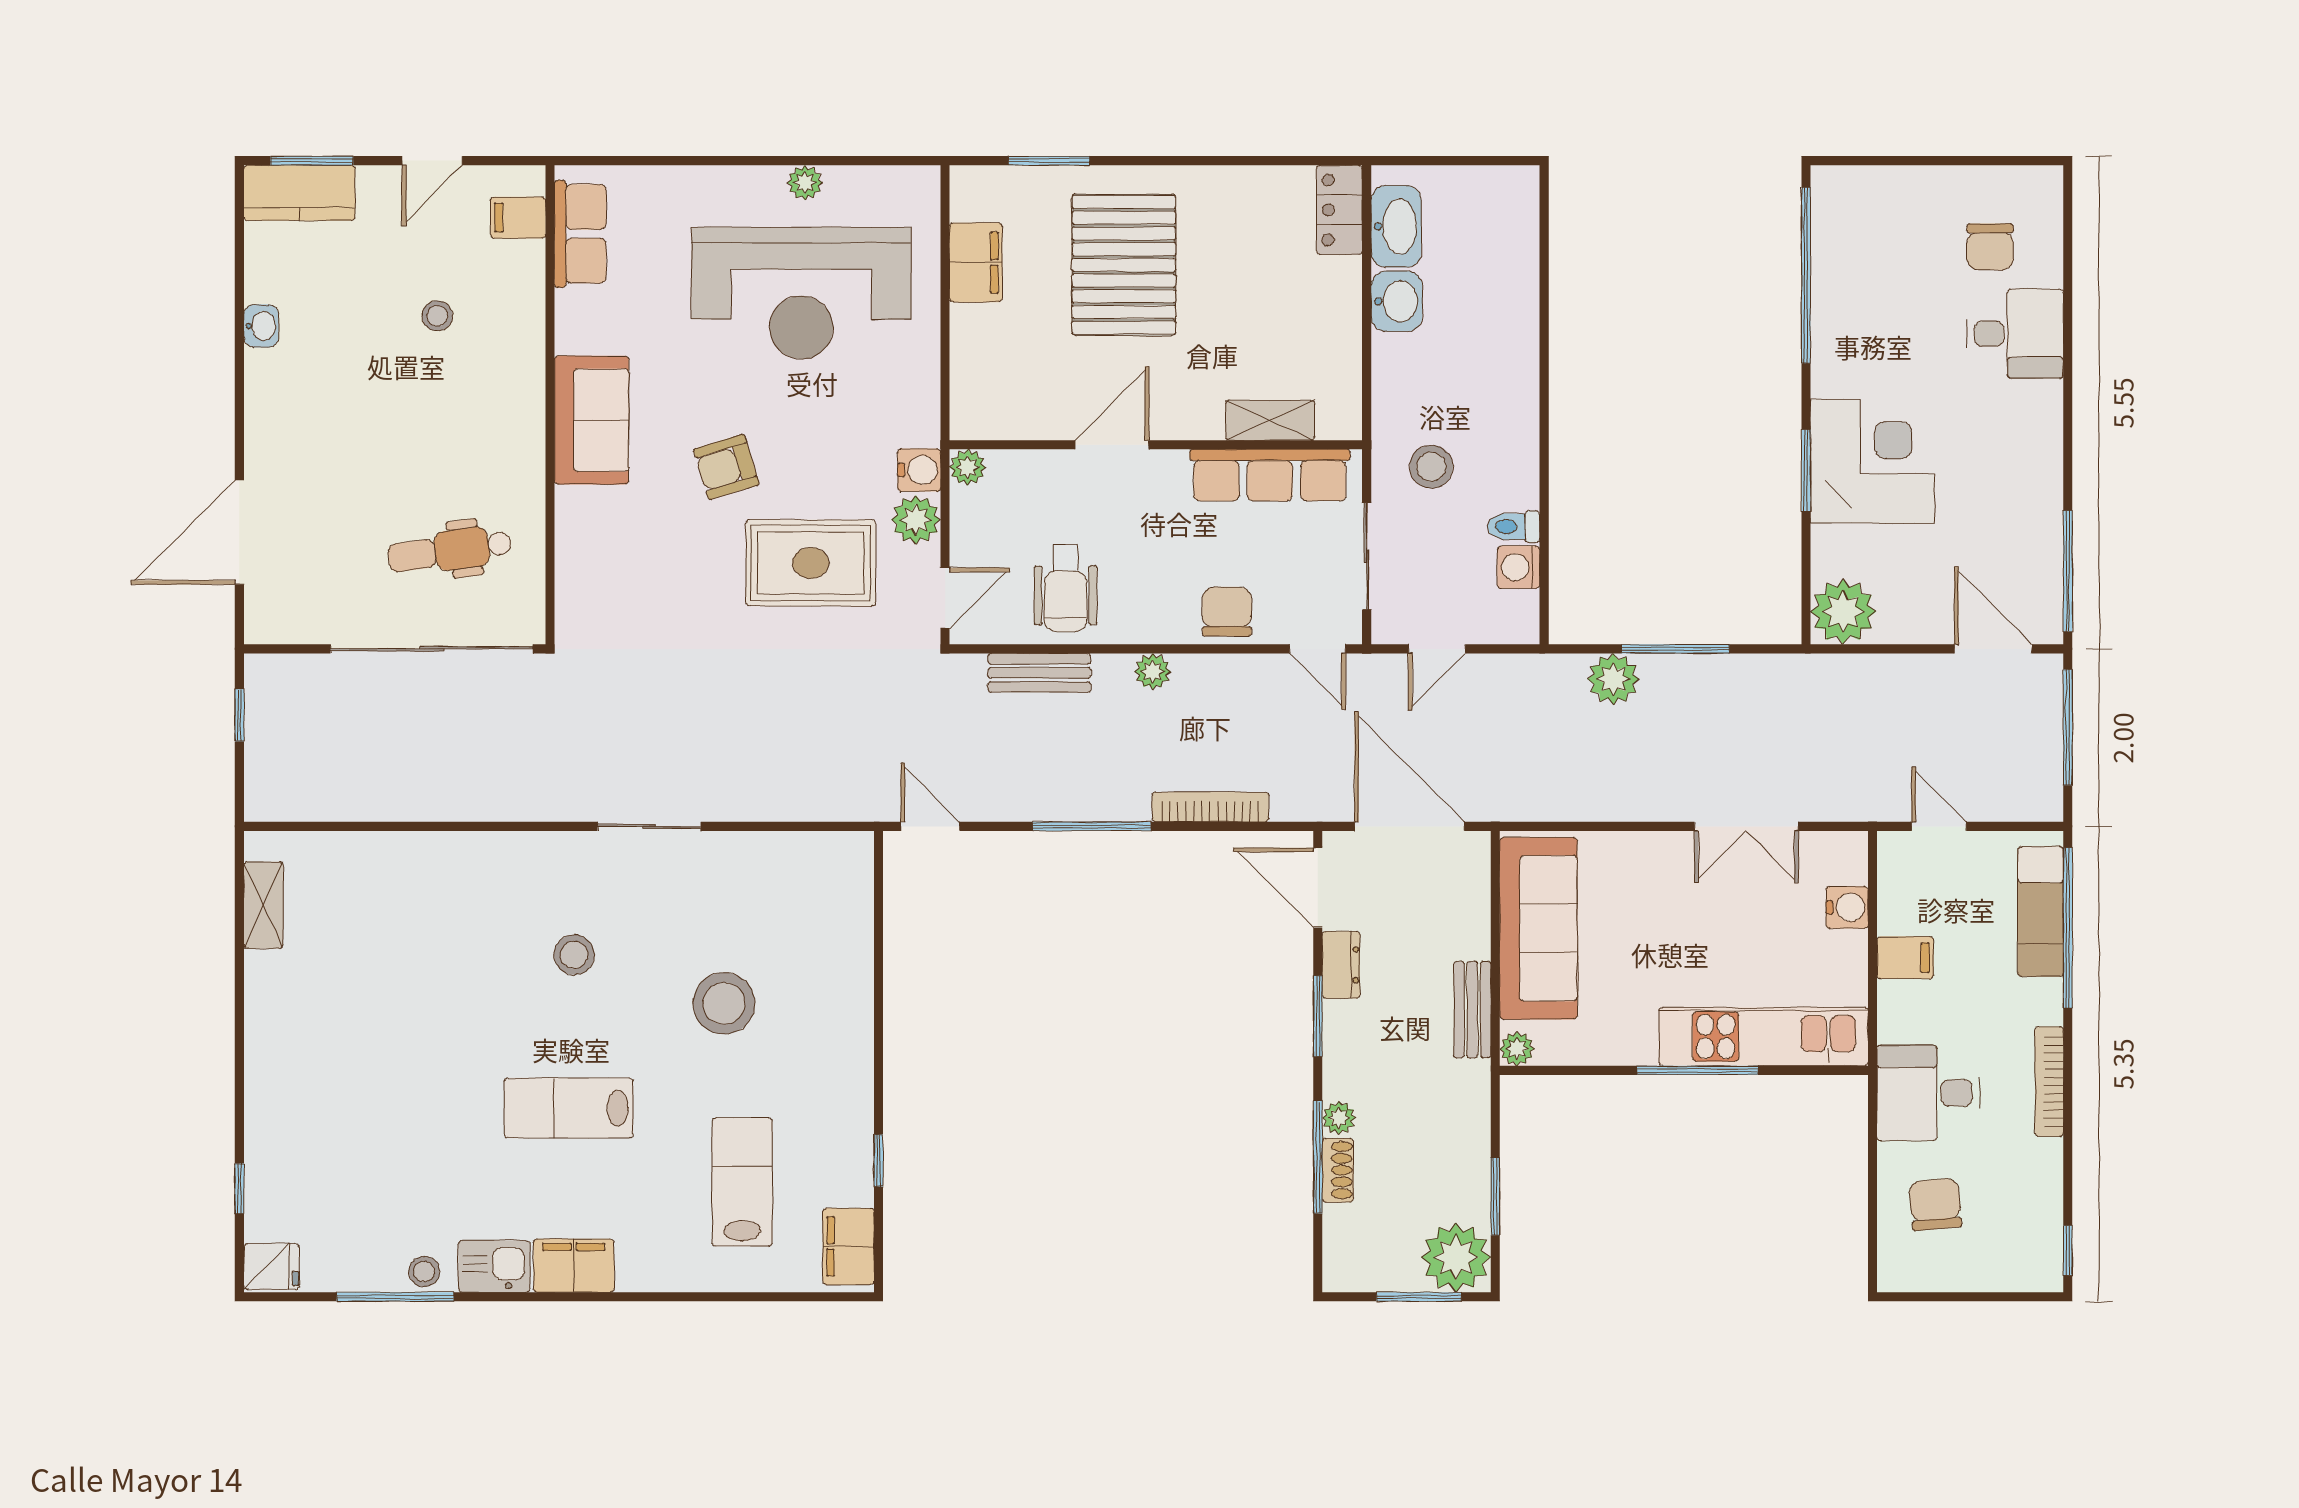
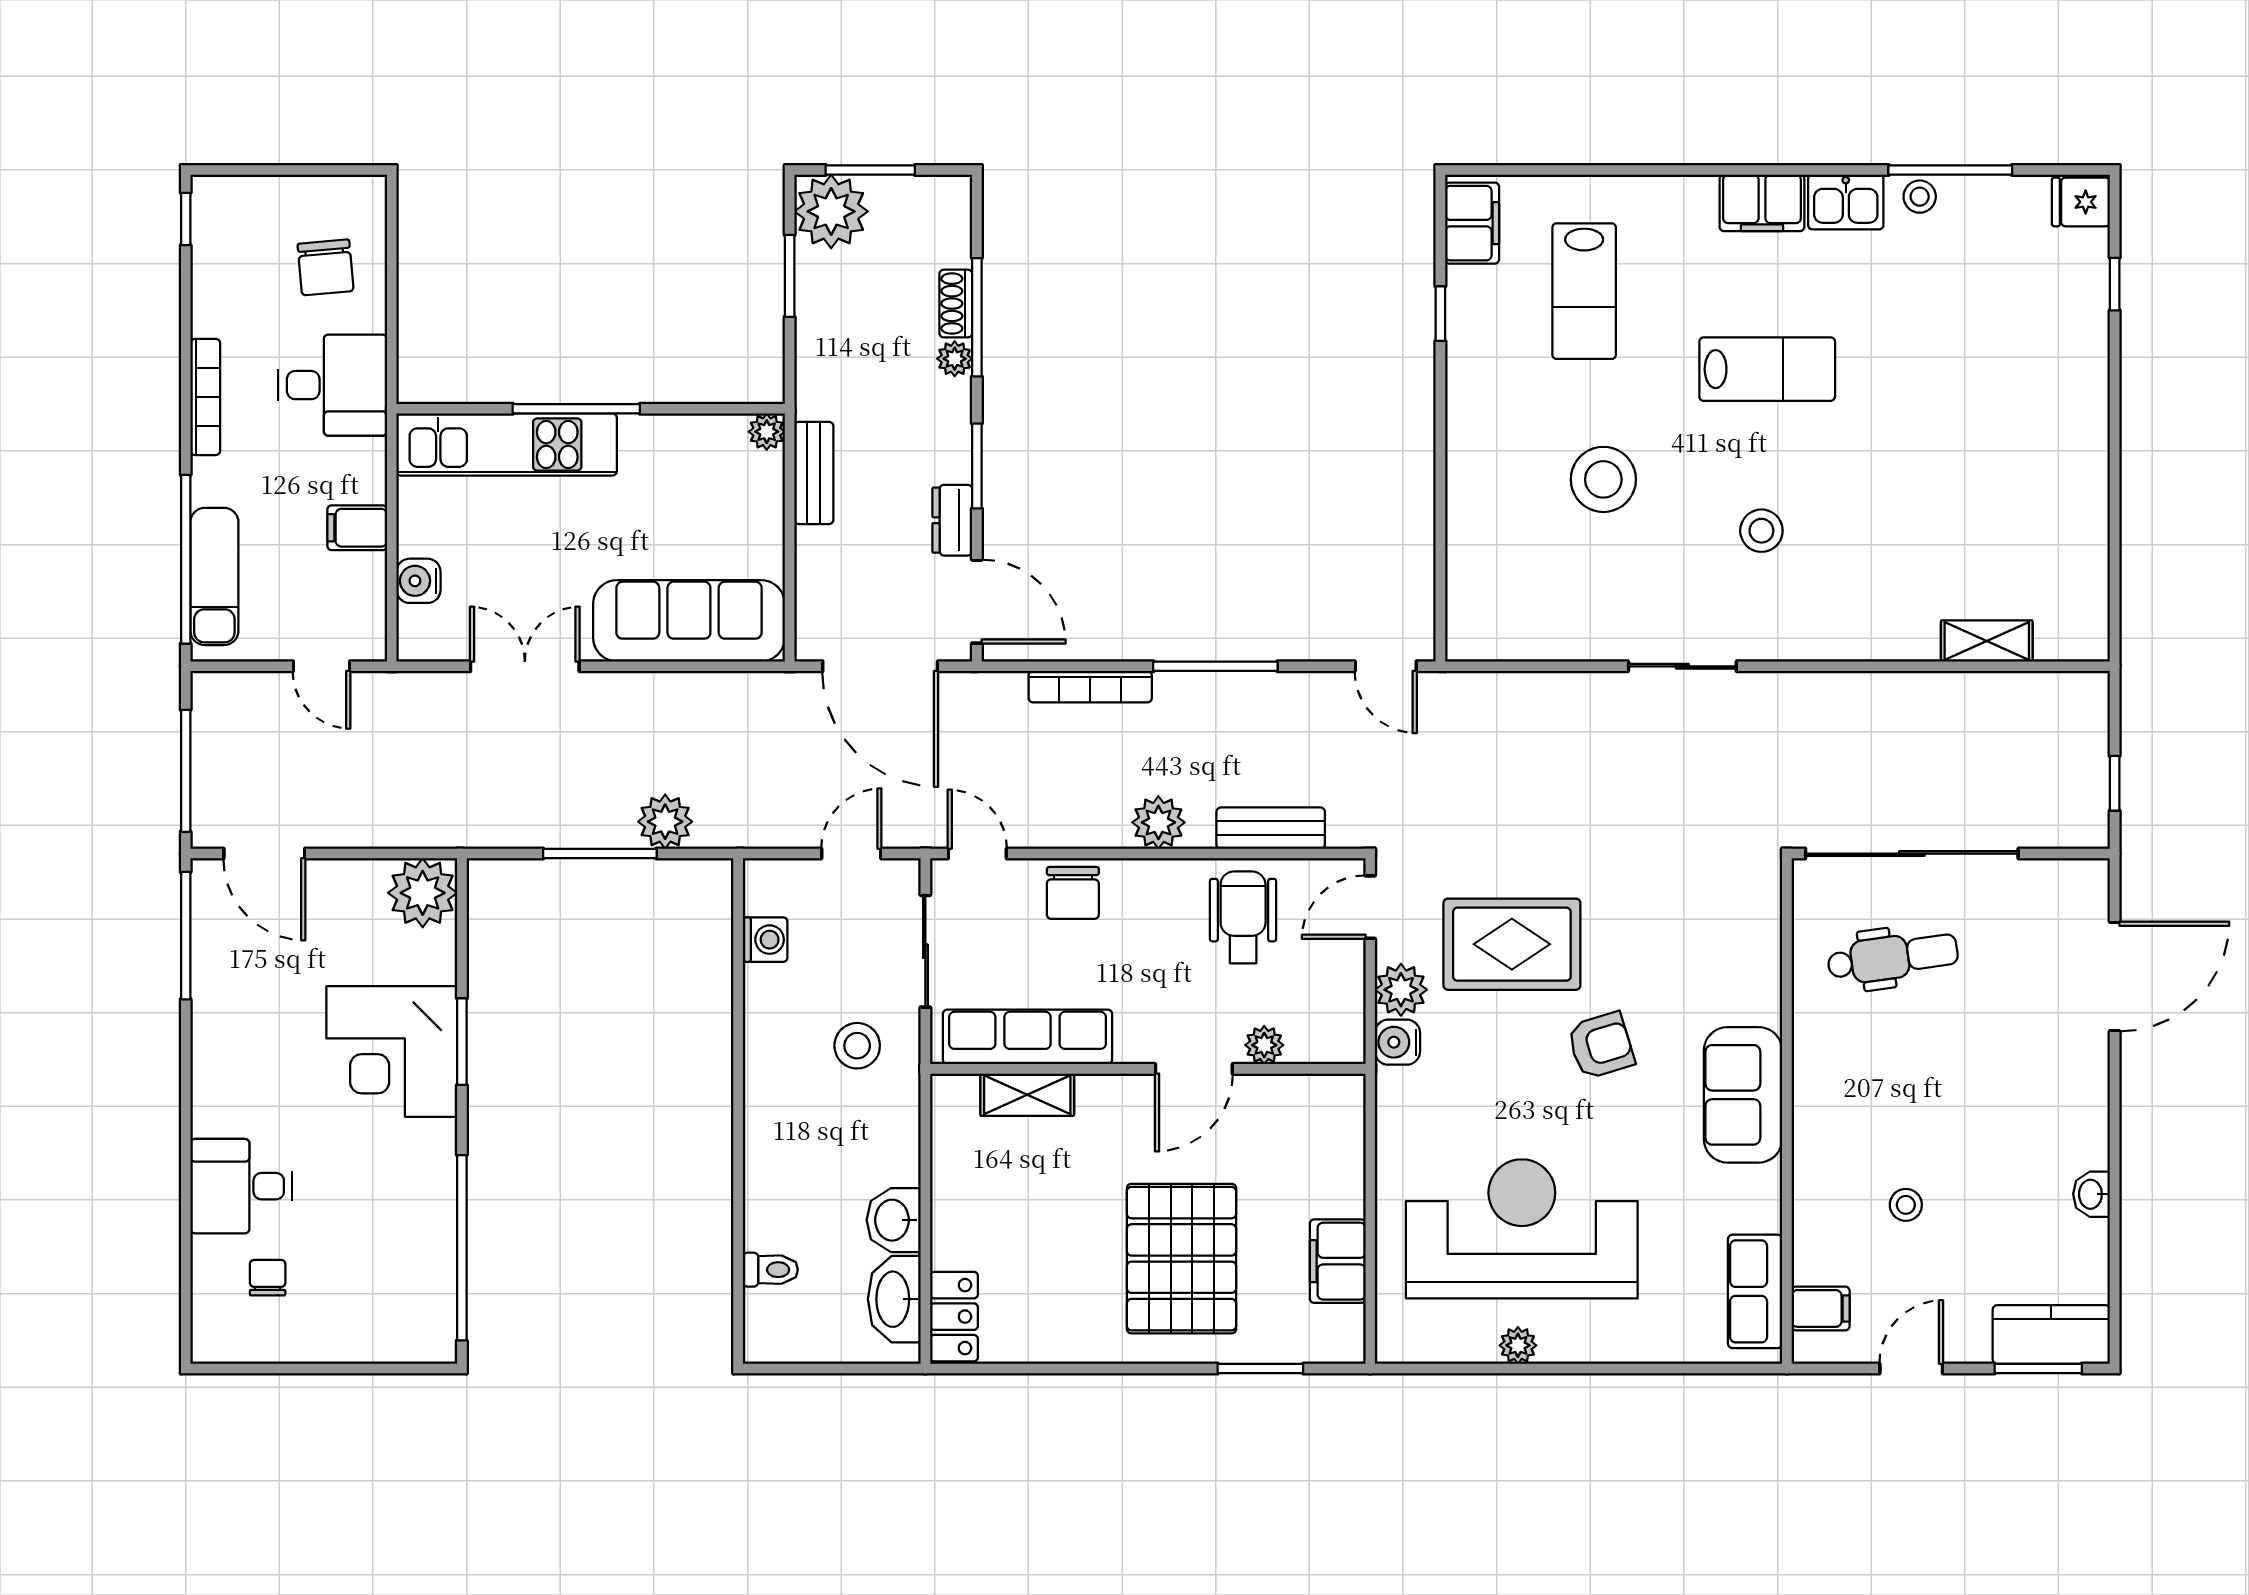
chair: (1990, 247) -> (268, 1278), width x0.73, depth x0.73
plant: (968, 467) -> (1264, 1045), moved
toilet: (1514, 527) -> (770, 1270), moved
plant: (1153, 671) -> (1158, 822), width x1.38, depth x1.38
shelving: (263, 905) -> (1987, 641), moved, turned 90
sofa: (1538, 928) -> (689, 621), moved, turned 90

